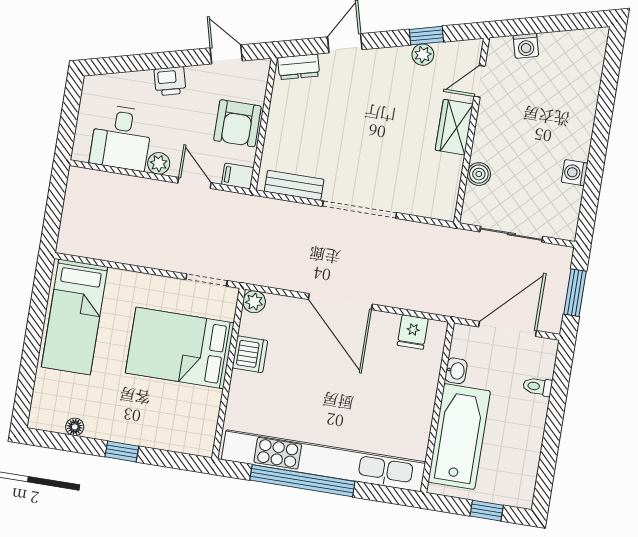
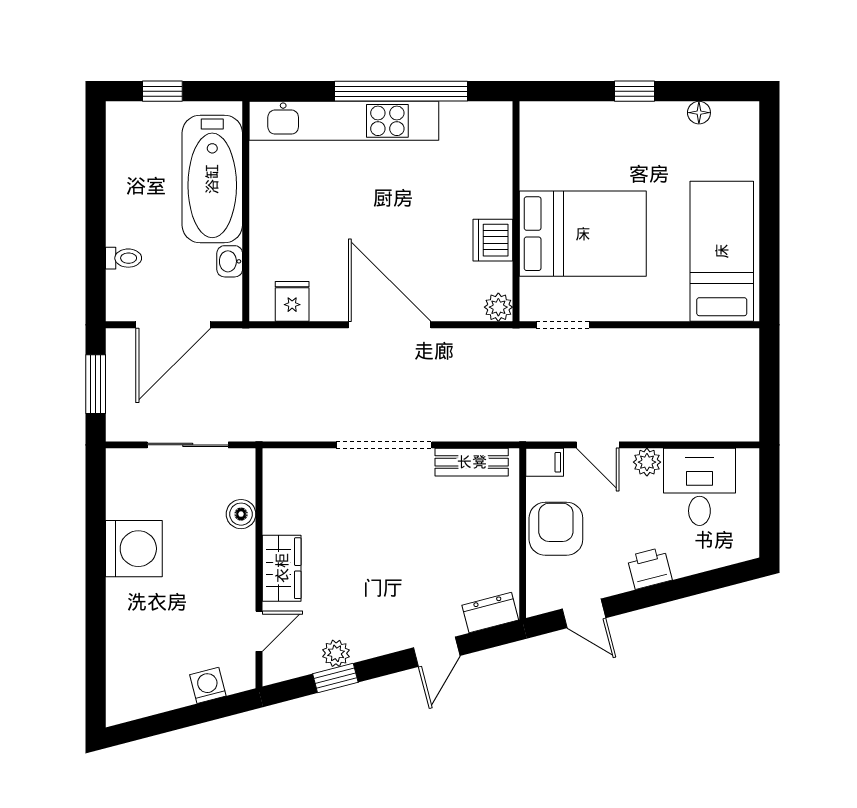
washing machine: (575, 173) -> (134, 549), width x1.89, depth x1.89
kitchen unit: (324, 461) -> (344, 121), width x0.73

